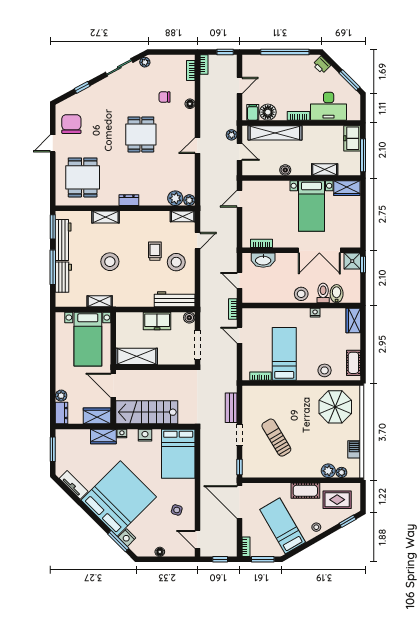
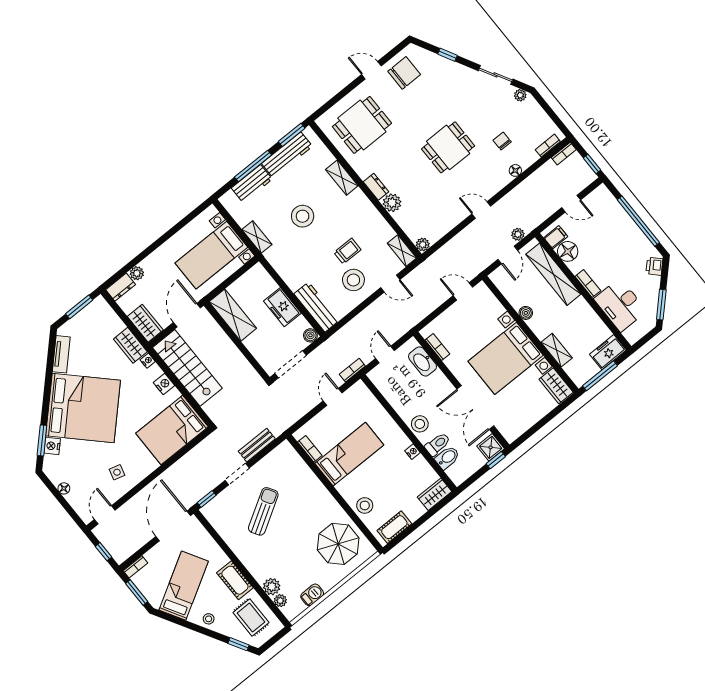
plant: (175, 198) -> (392, 203), moved
bed with nightstands: (311, 206) -> (506, 358), width x1.36

